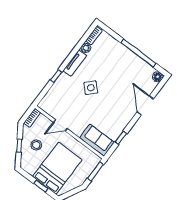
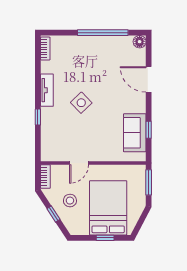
plant: (86, 48) -> (47, 67), removed
sofa: (97, 140) -> (135, 133), moved, turned -90

